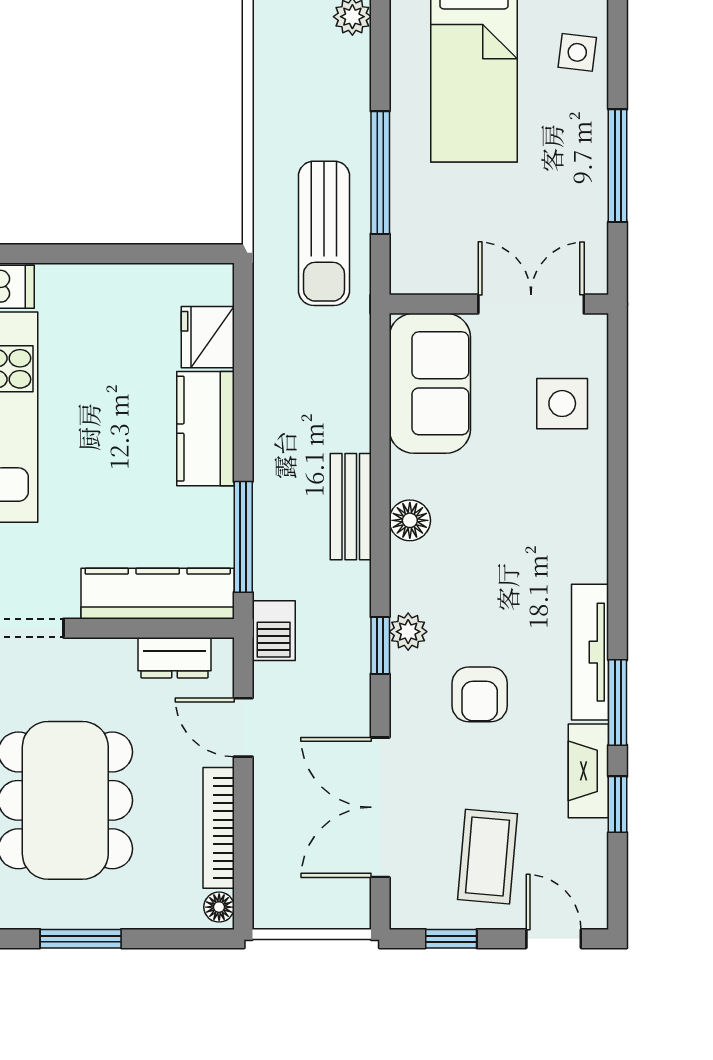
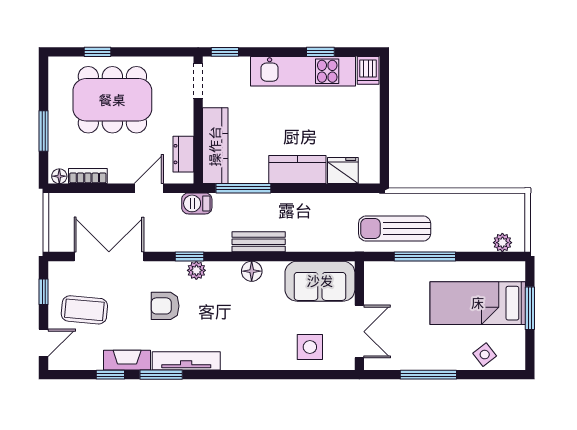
side table: (577, 52) -> (485, 355), turned 45
bookcase: (219, 828) -> (88, 176), width x0.64
window: (81, 939) -> (44, 131), moved

